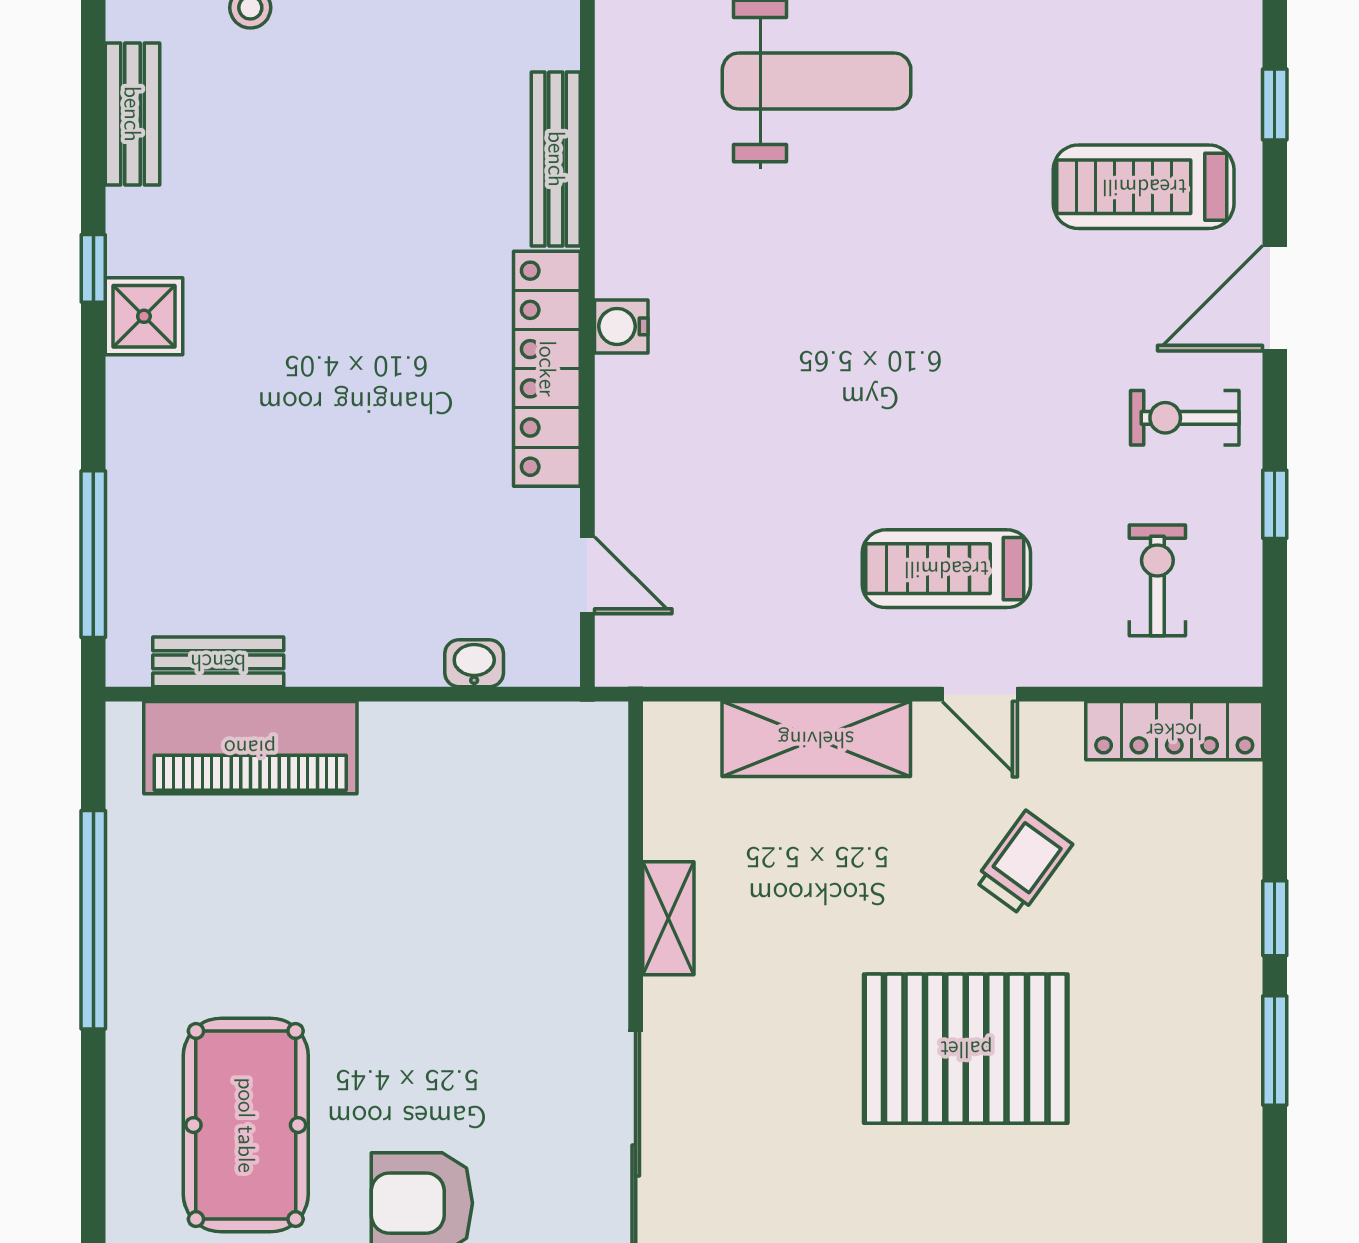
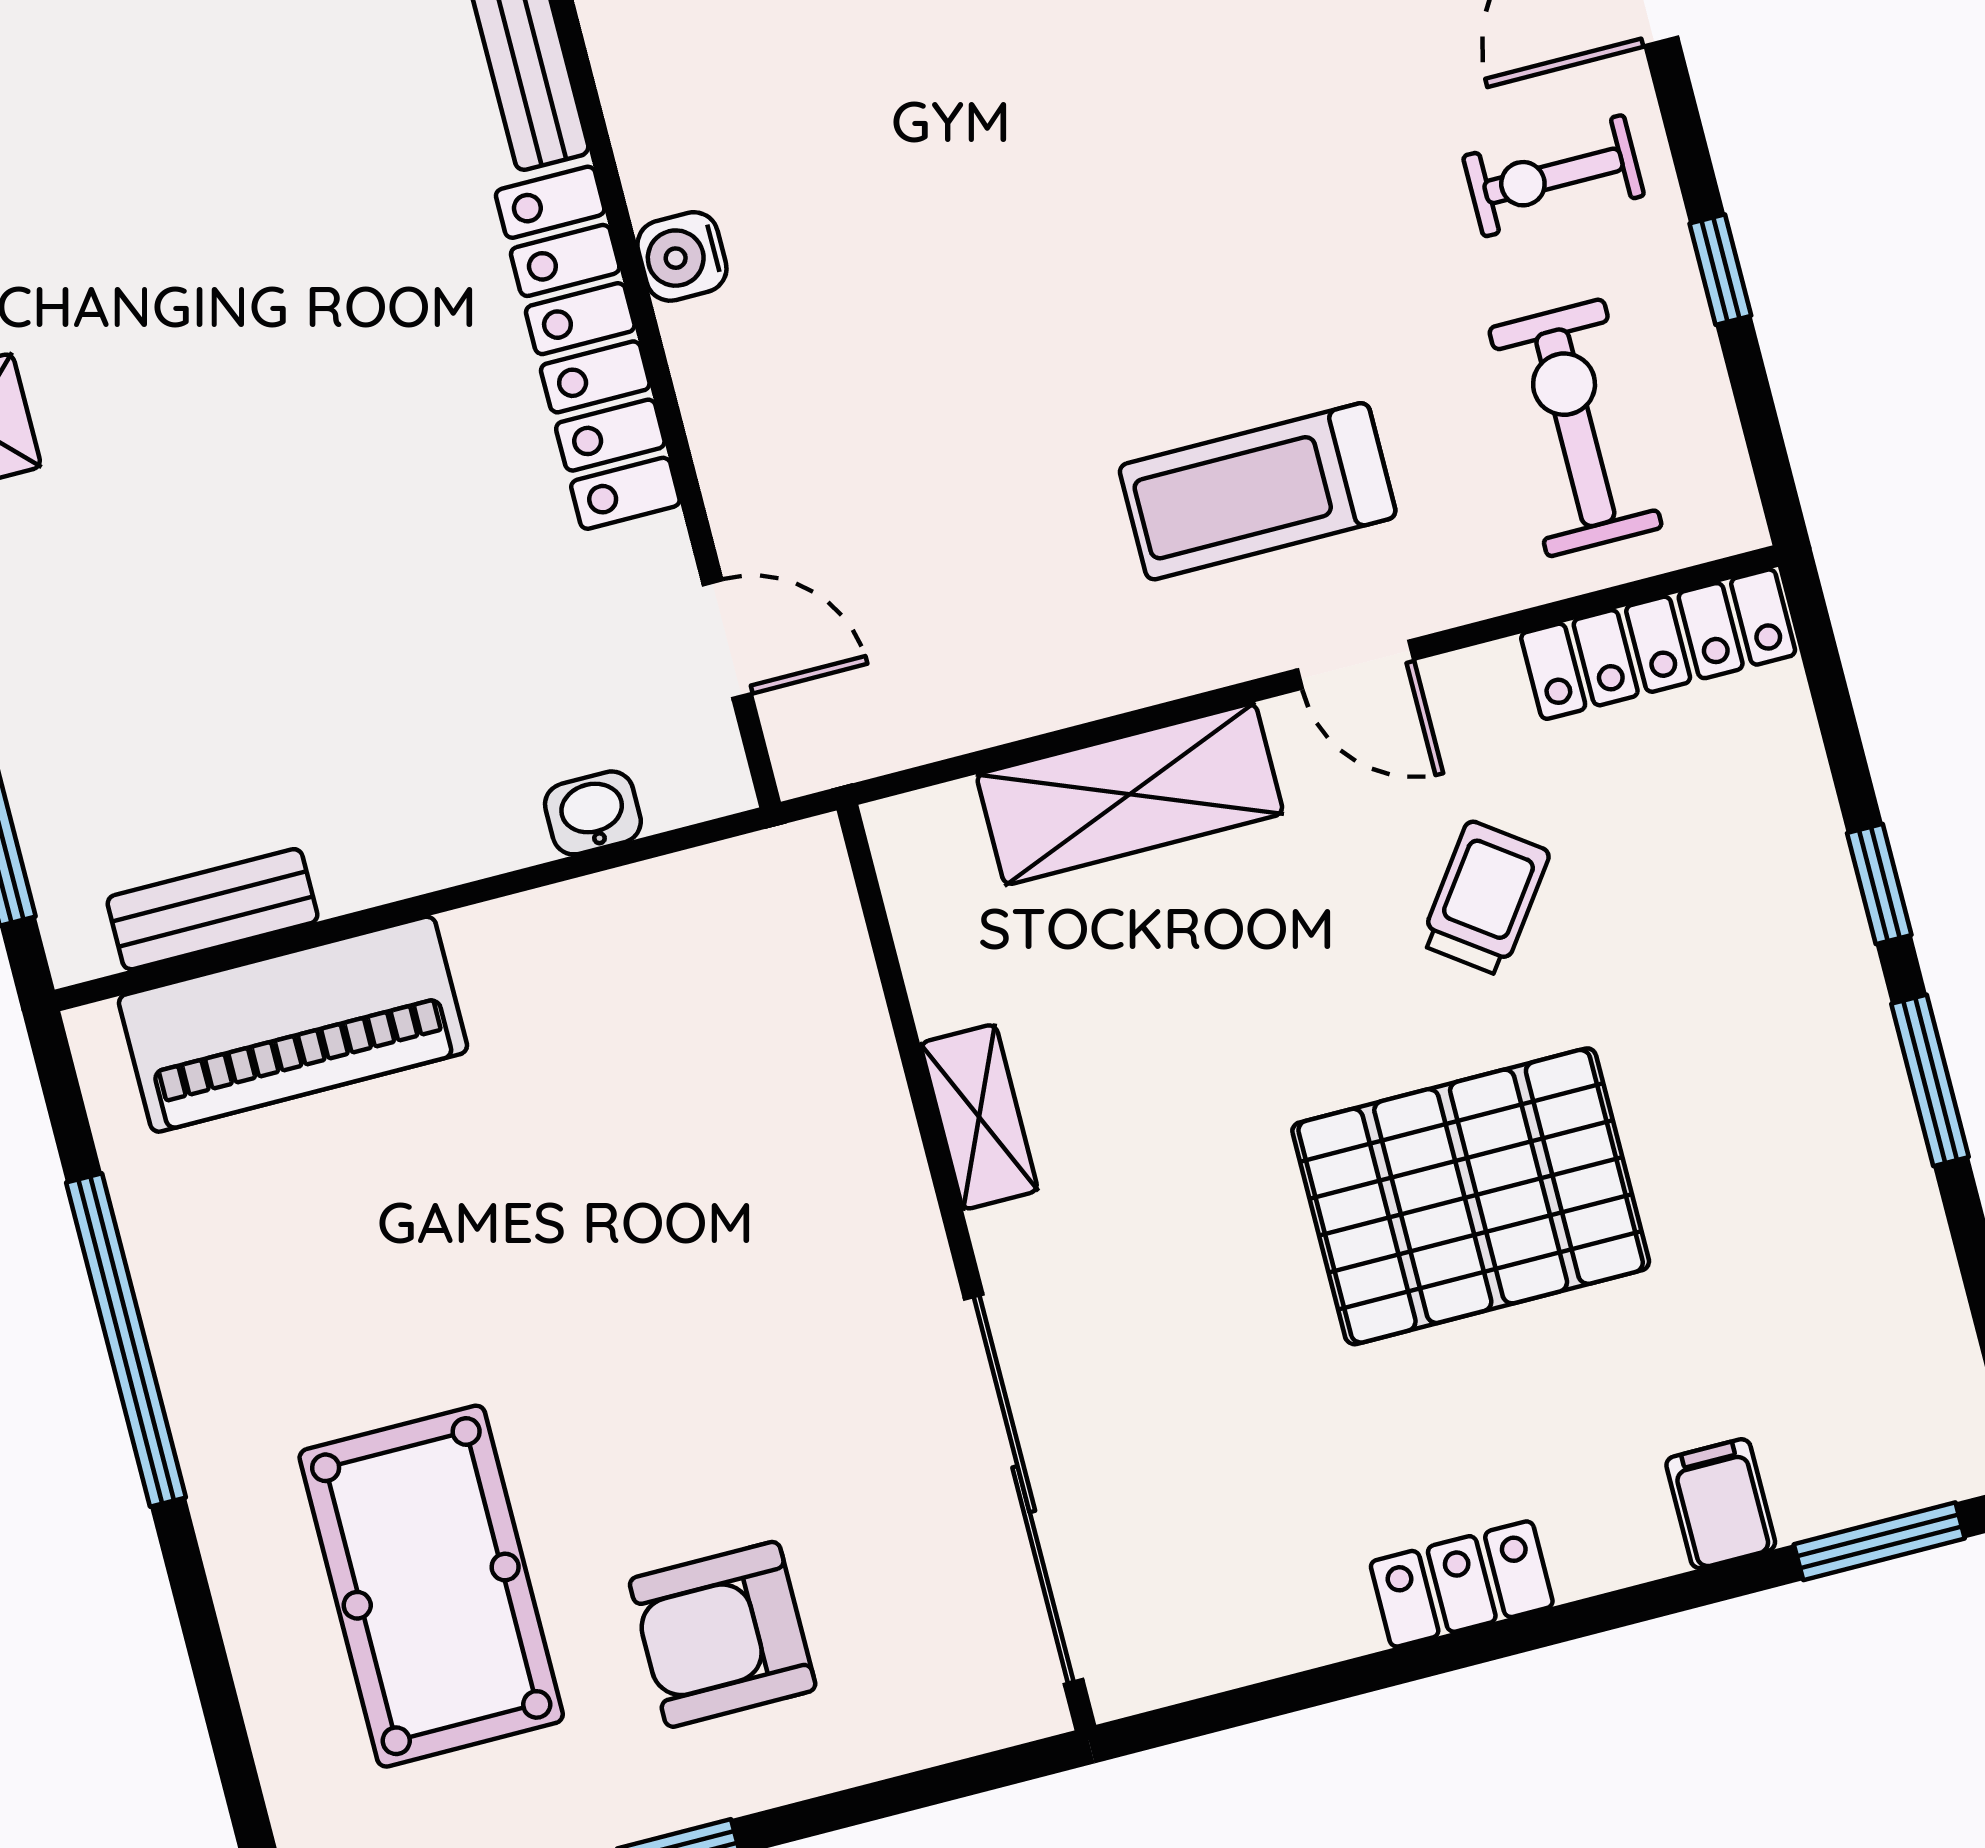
exercise bike: (1157, 580) -> (1575, 428), width x1.38, depth x1.39

